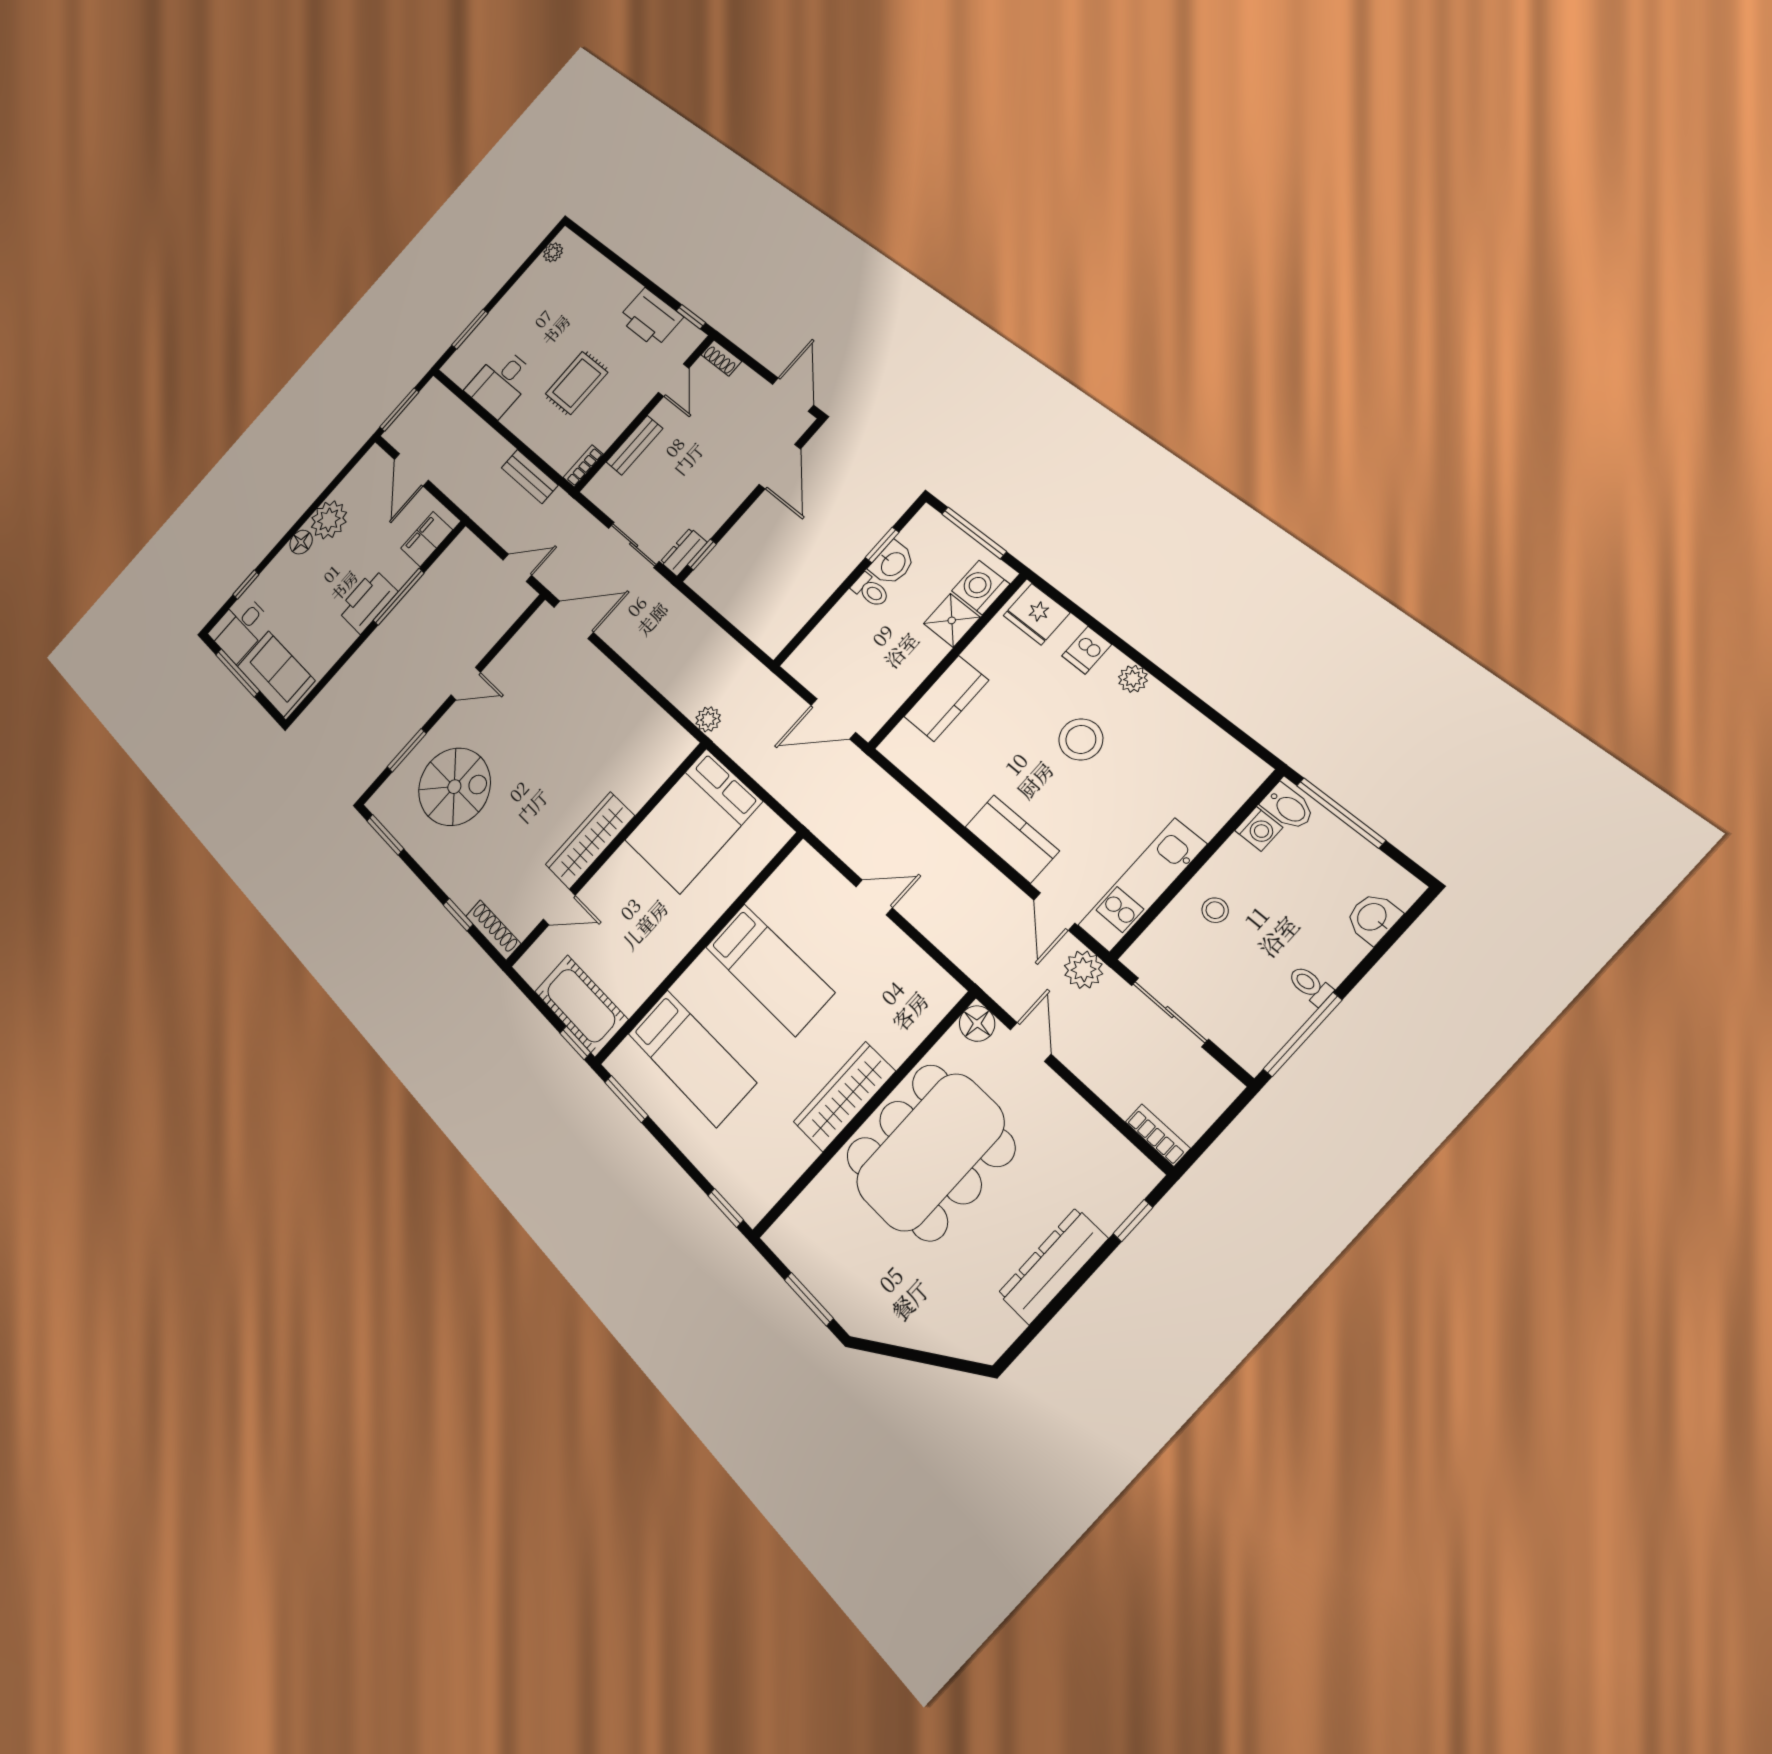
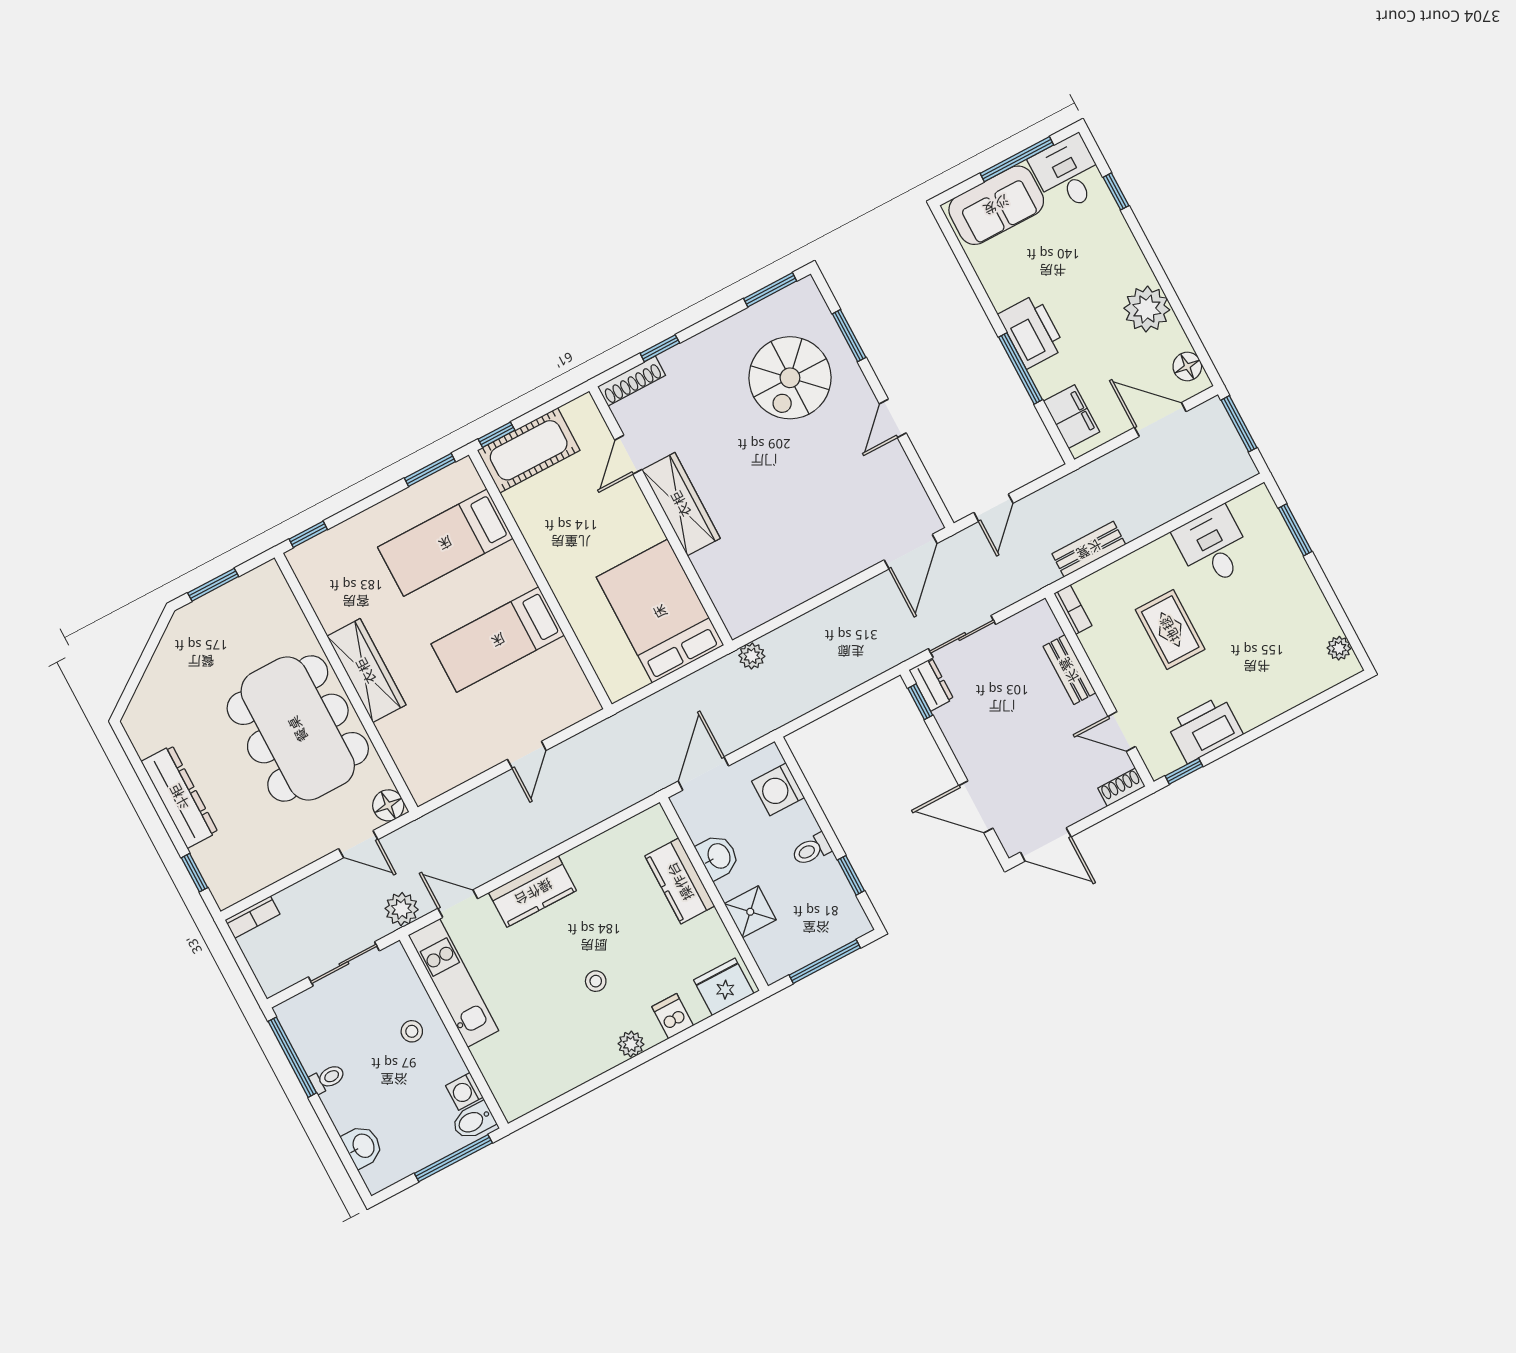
floor lamp: (301, 542) -> (1187, 367), moved
washbasin: (893, 564) -> (718, 856), moved, turned 180
washing machine: (981, 588) -> (778, 789), moved, turned 180
stool: (1081, 739) -> (596, 981), width x0.53, depth x0.53

